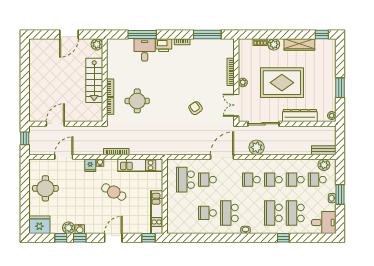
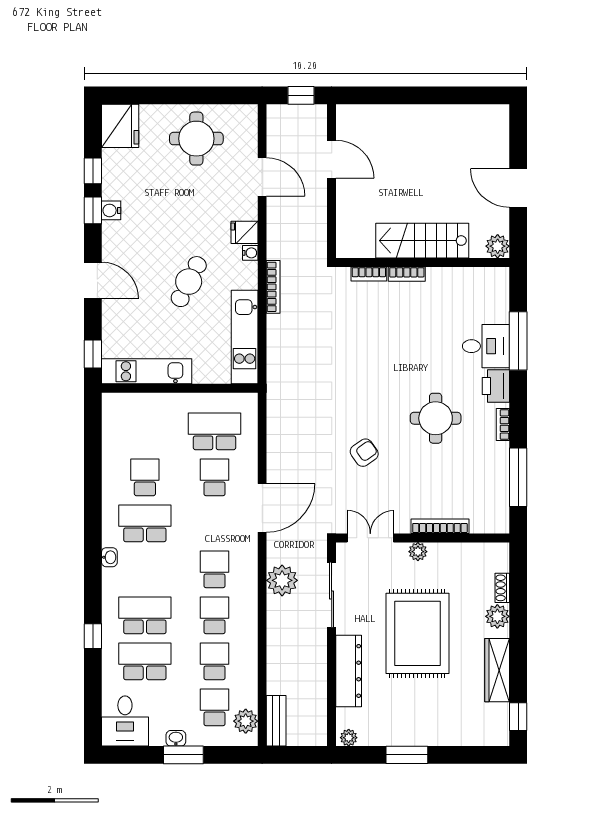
round table: (137, 101) -> (436, 418), moved
door: (222, 157) -> (262, 508), hinge flipped
plant: (69, 228) -> (114, 187), removed

